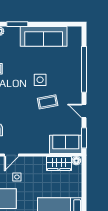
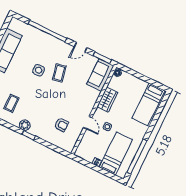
wardrobe: (59, 164) -> (107, 100), moved

